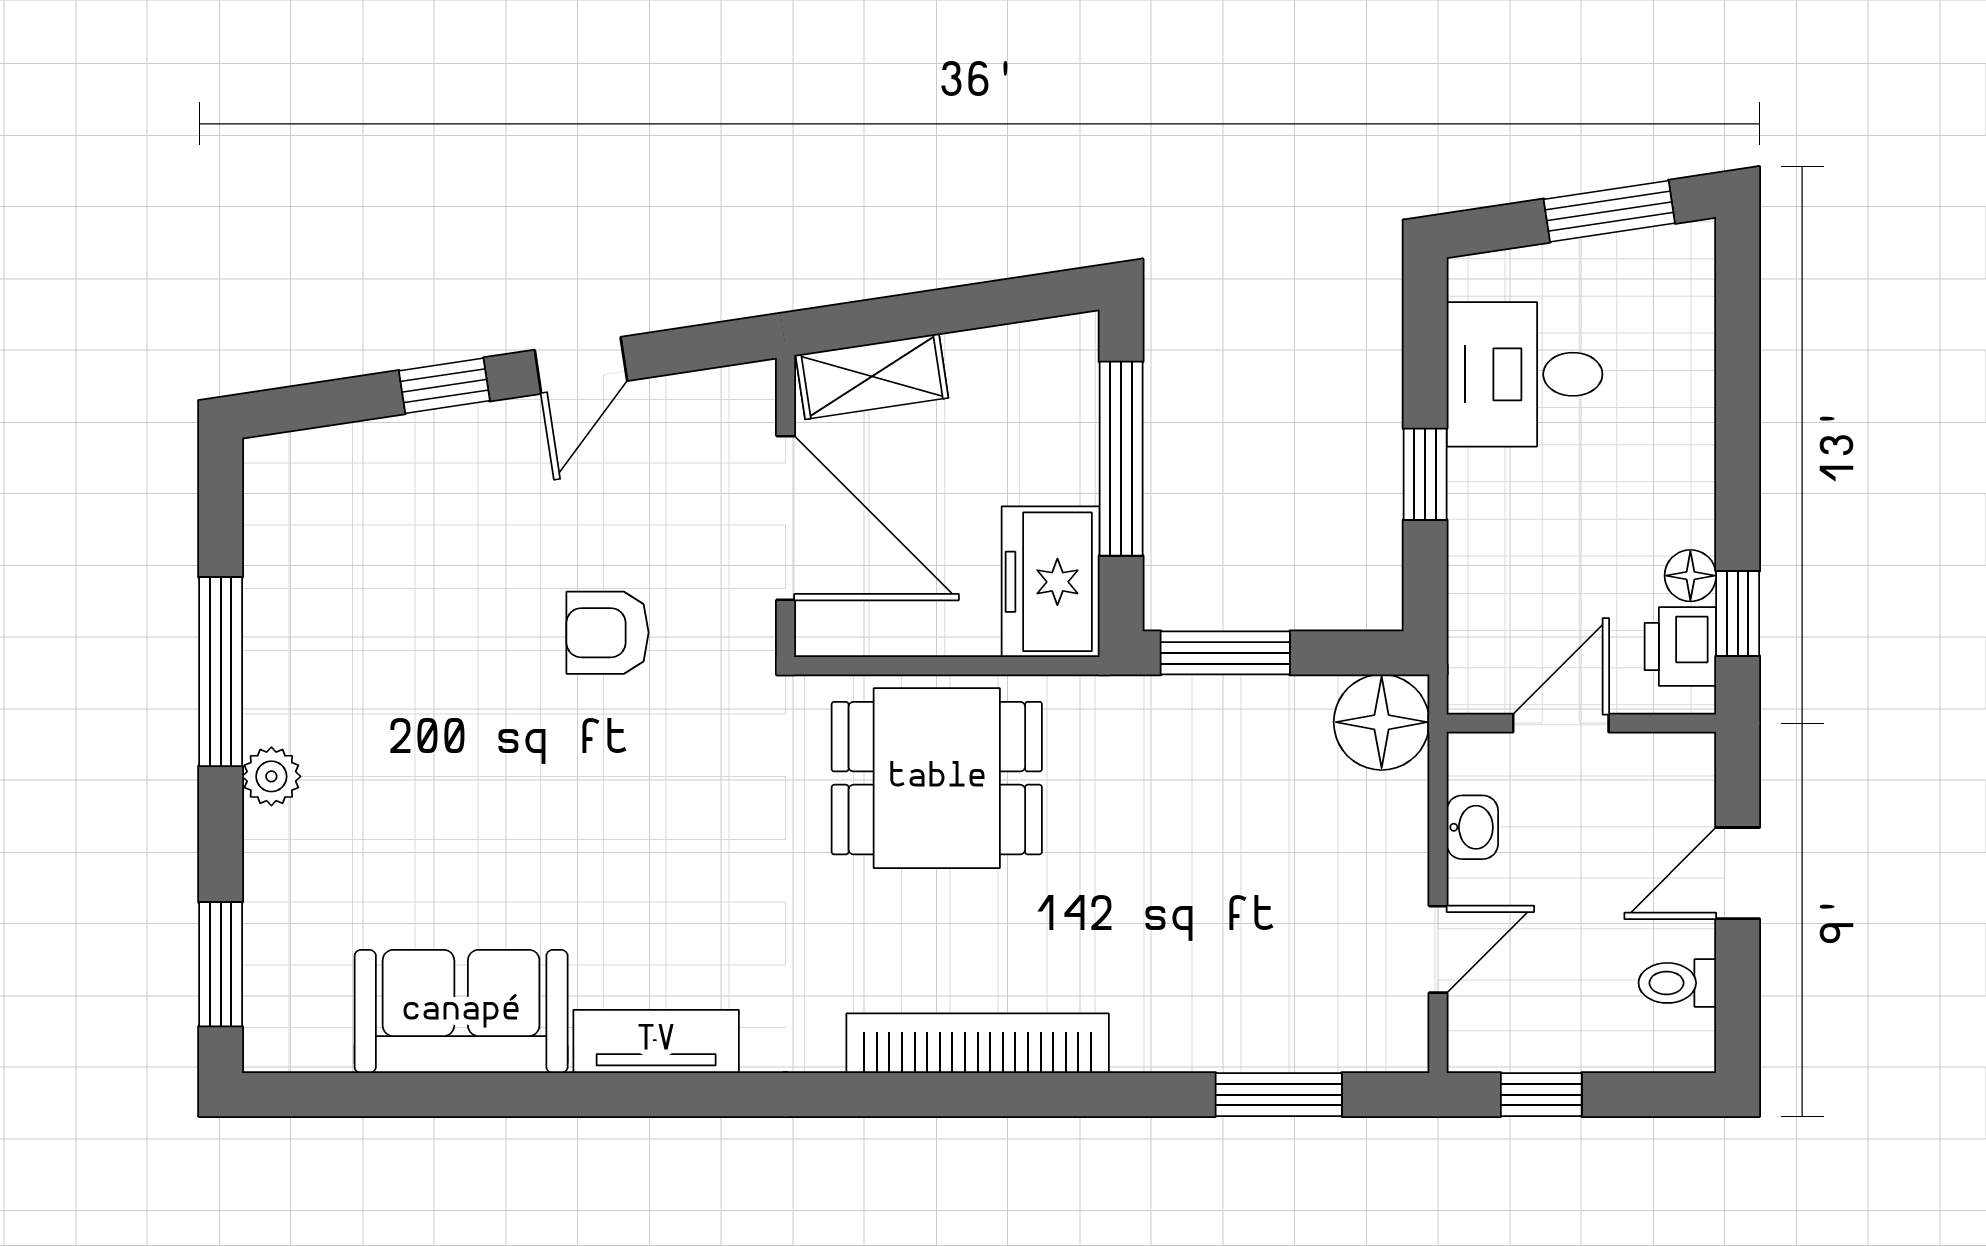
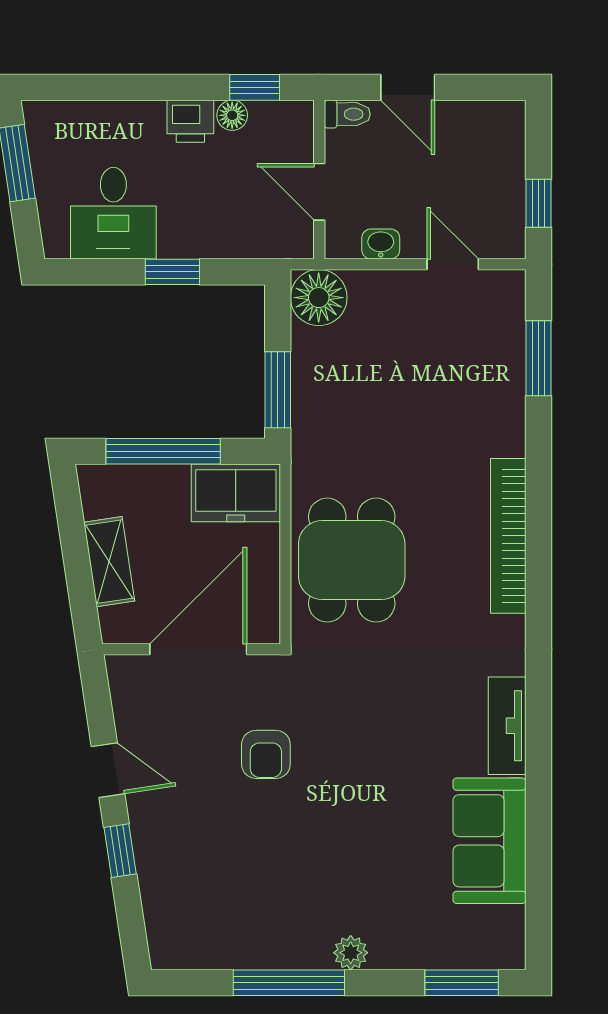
shelving: (872, 376) -> (109, 562), moved
printer: (1680, 647) -> (190, 121), moved
toilet: (1677, 983) -> (347, 114), moved, turned -90

